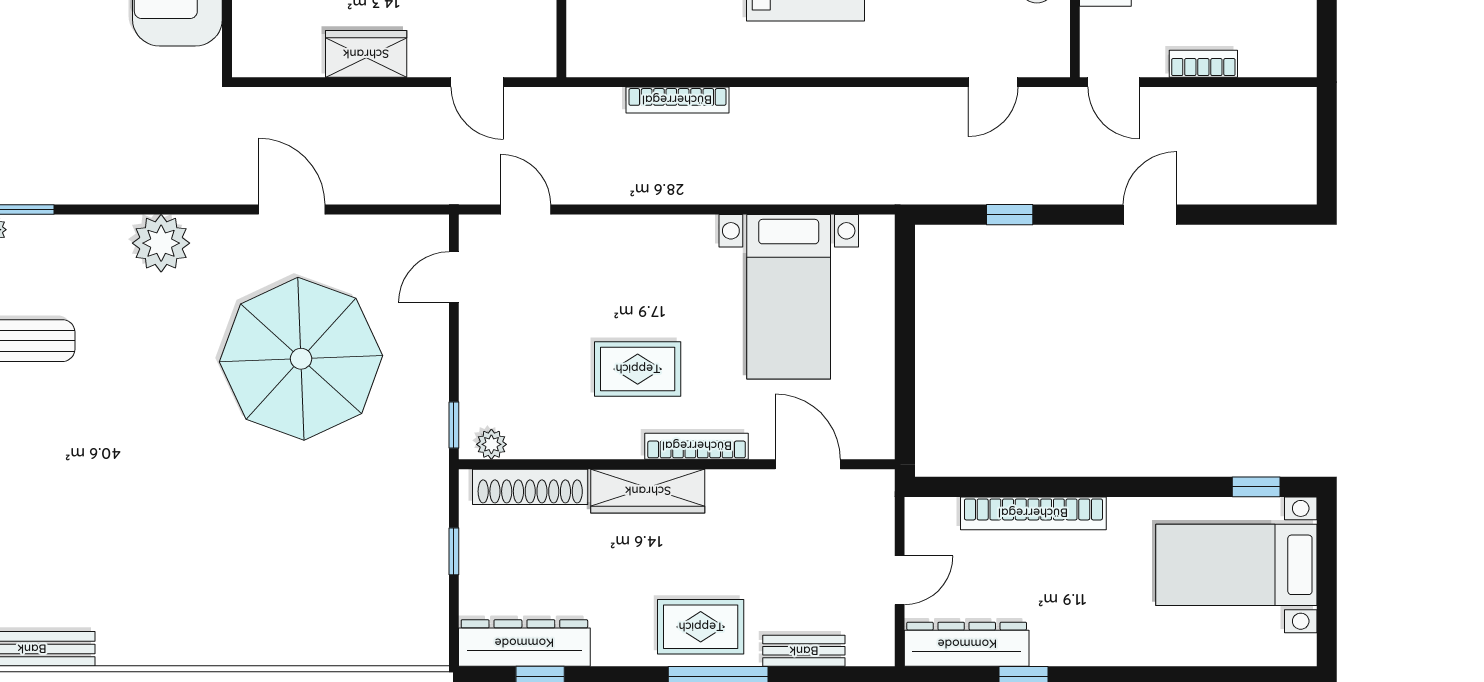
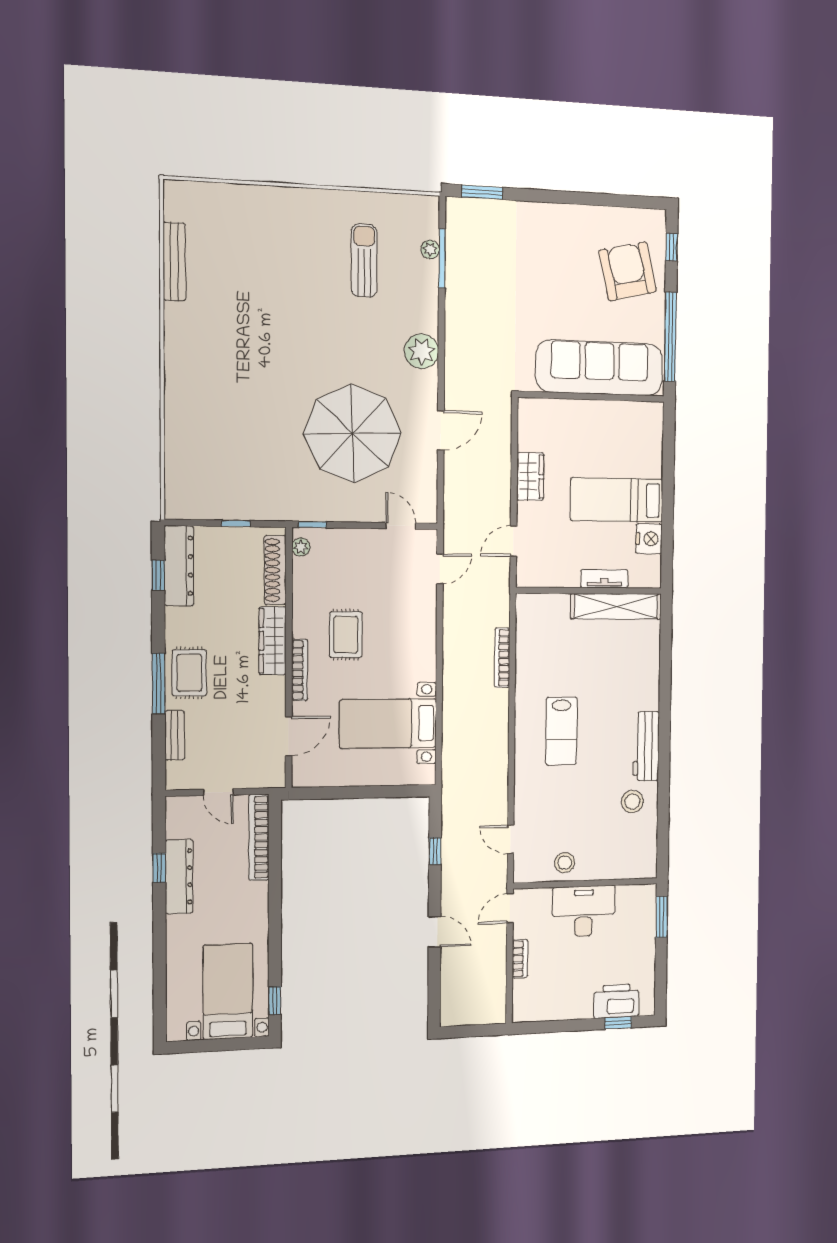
bookcase: (1033, 513) -> (259, 837), moved
dresser: (967, 644) -> (179, 877), moved

